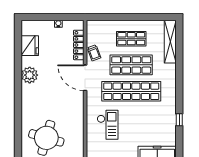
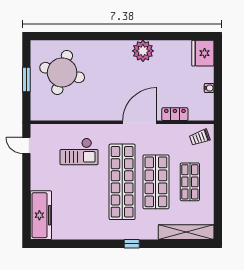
locker: (79, 45) -> (175, 114), width x0.66
fridge: (30, 46) -> (203, 53), moved, turned 90
trolley: (94, 53) -> (200, 137), moved
window: (179, 120) -> (132, 244), moved

